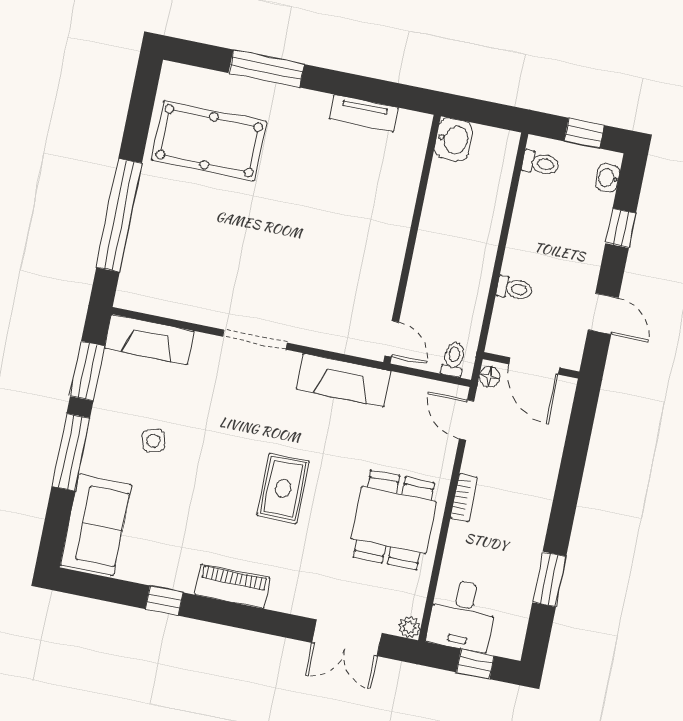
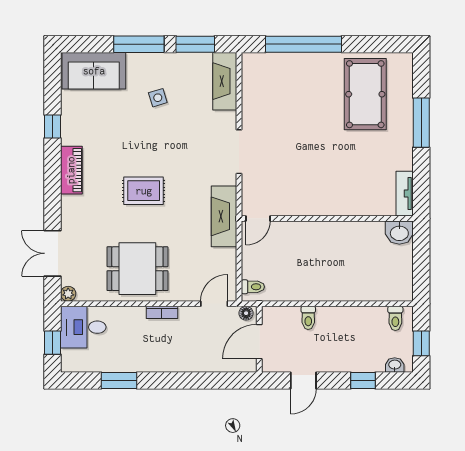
washbasin: (454, 140) -> (399, 233), moved
wall: (412, 239) -> (327, 218), moved
door: (392, 339) -> (258, 218), moved

